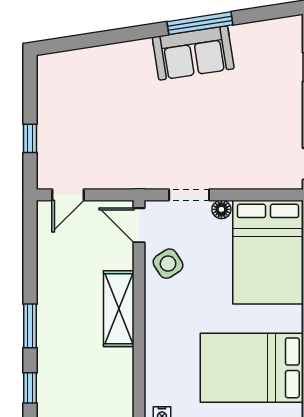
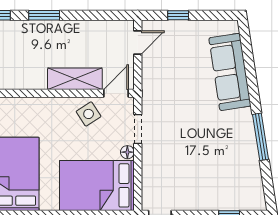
sofa: (193, 53) -> (230, 72), moved, width x1.36
door: (68, 195) -> (138, 43), swing flipped
shelving: (119, 309) -> (75, 79), moved

